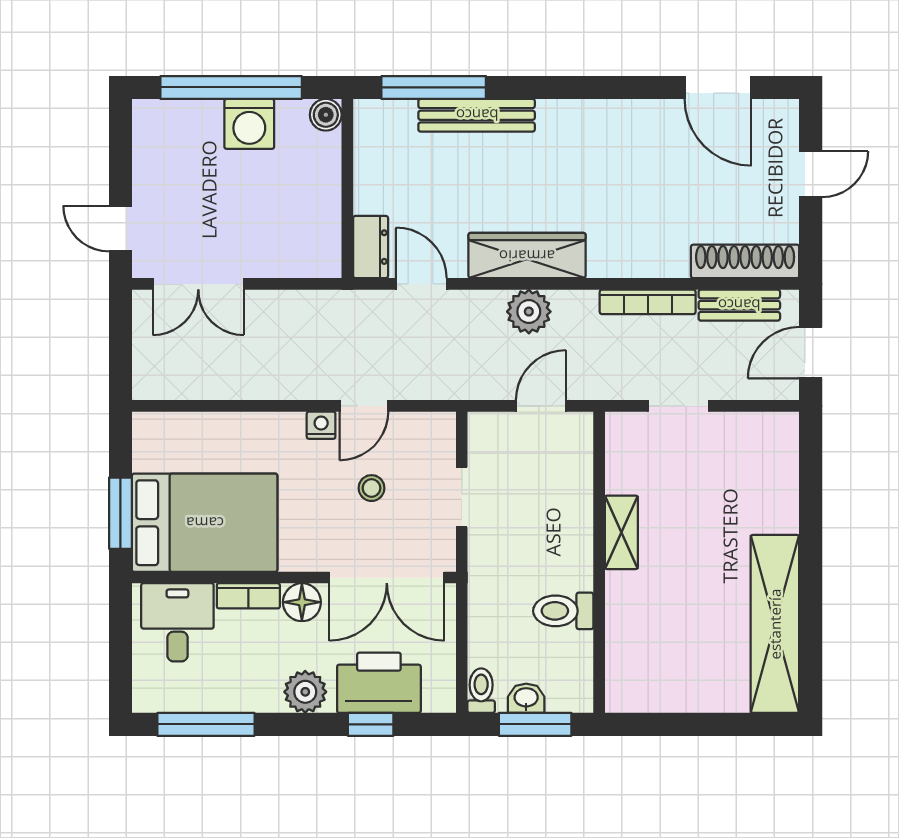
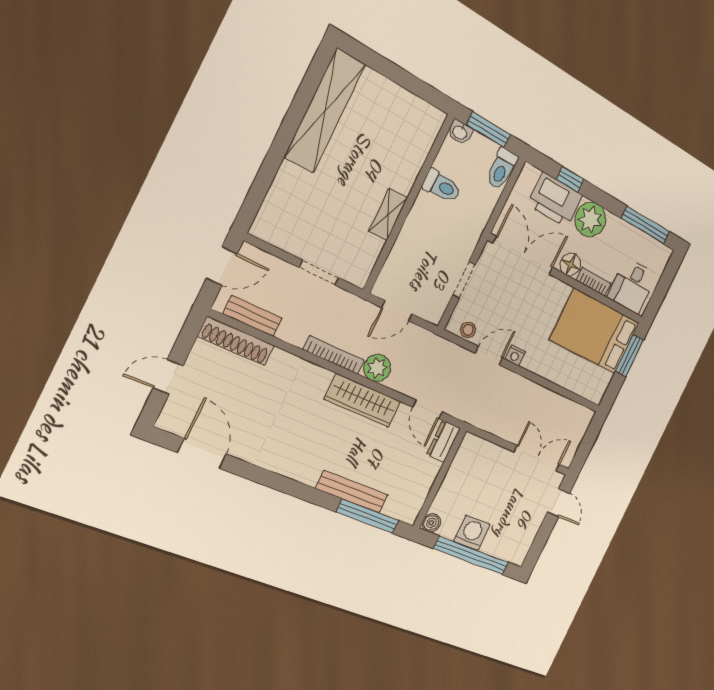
bookcase: (648, 302) -> (334, 355), moved
stool: (372, 488) -> (468, 330), moved
toilet: (481, 691) -> (502, 169), width x1.37, depth x1.39
plant: (305, 692) -> (590, 220), width x1.36, depth x1.36
washbasin: (526, 698) -> (460, 132), moved

